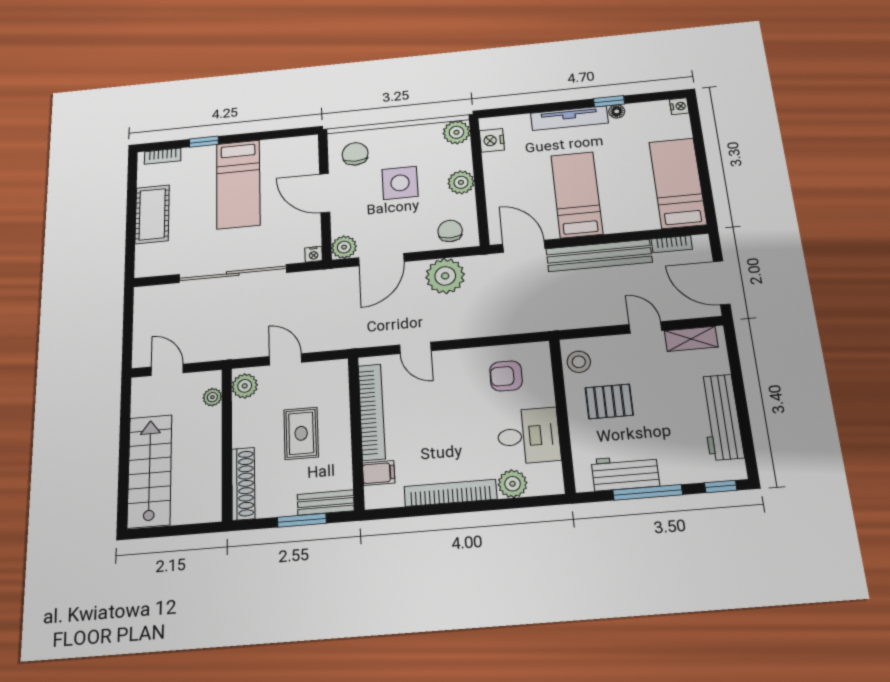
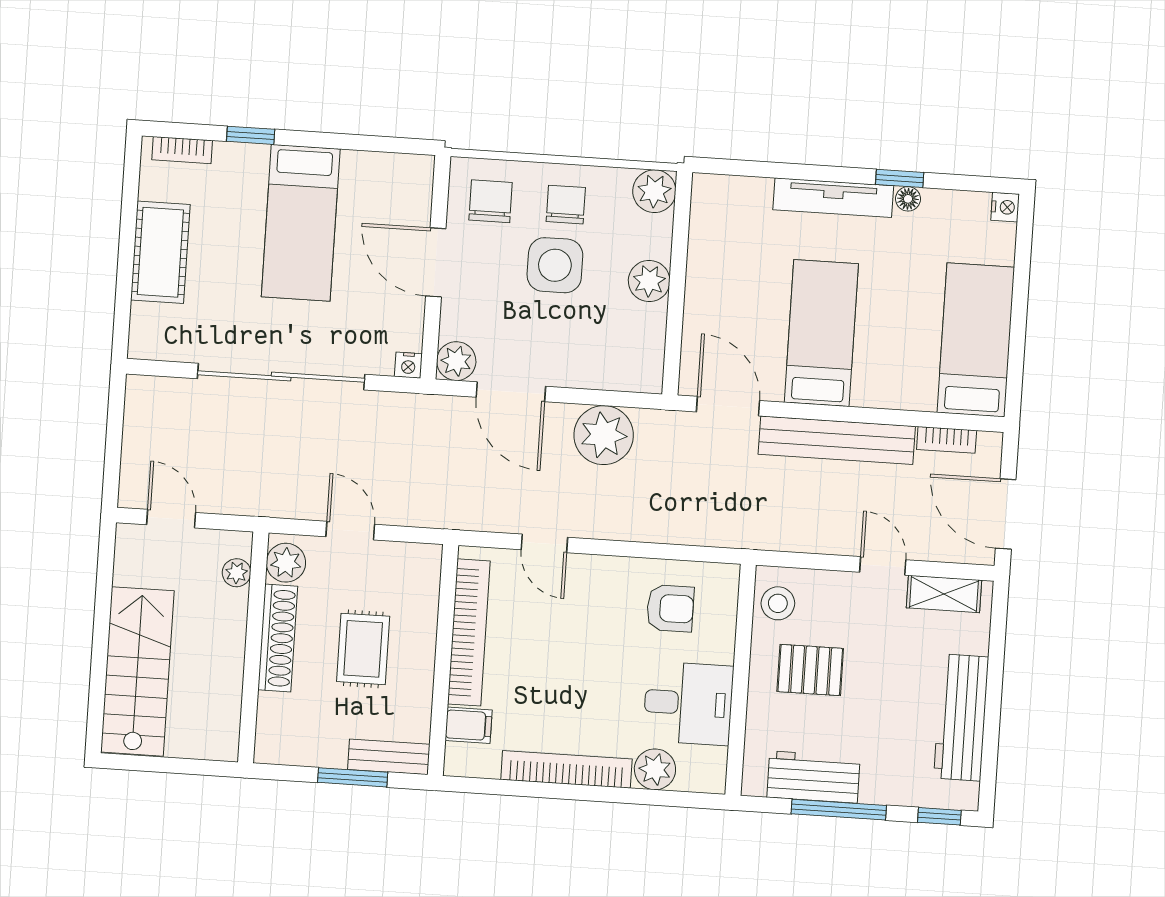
nightstand: (492, 140) -> (707, 216), removed
chair: (450, 231) -> (566, 205), moved
door: (381, 260) -> (511, 392), hinge flipped
armchair: (506, 376) -> (670, 608), turned 180
shoe rack: (243, 484) -> (278, 638), moved

